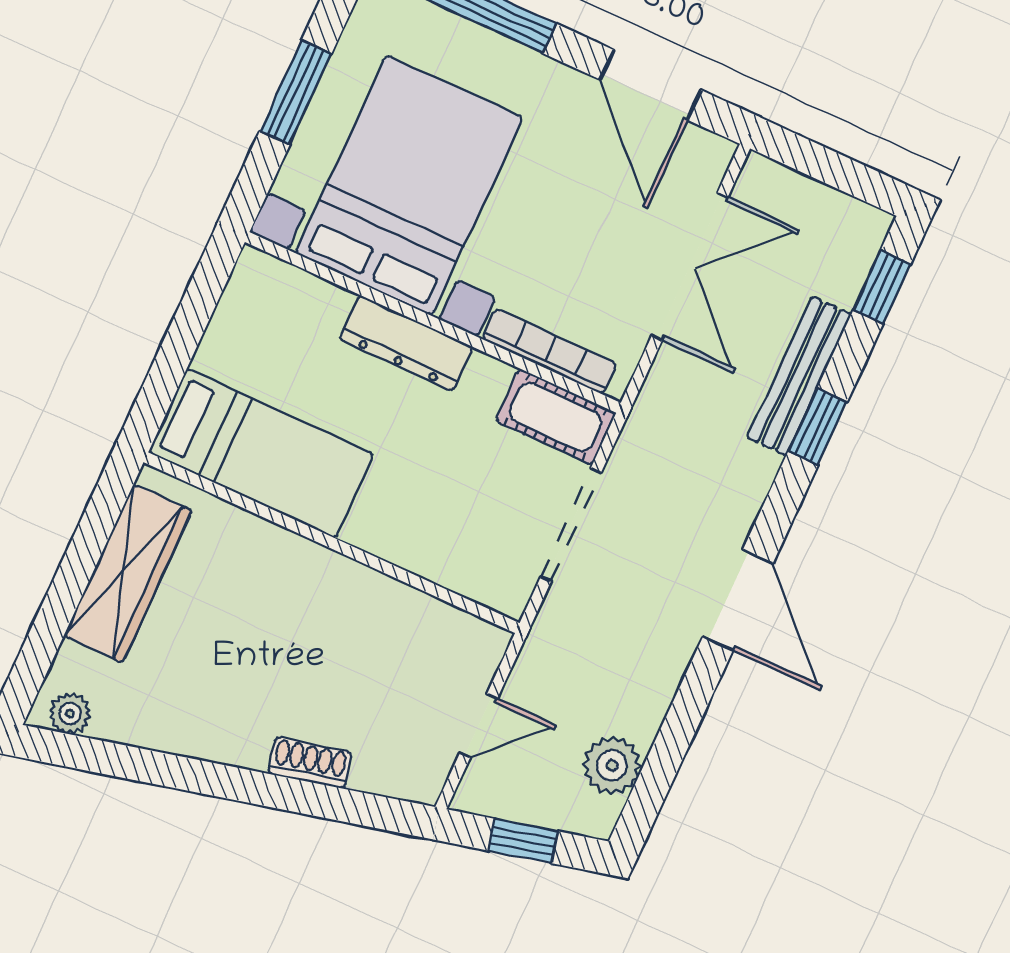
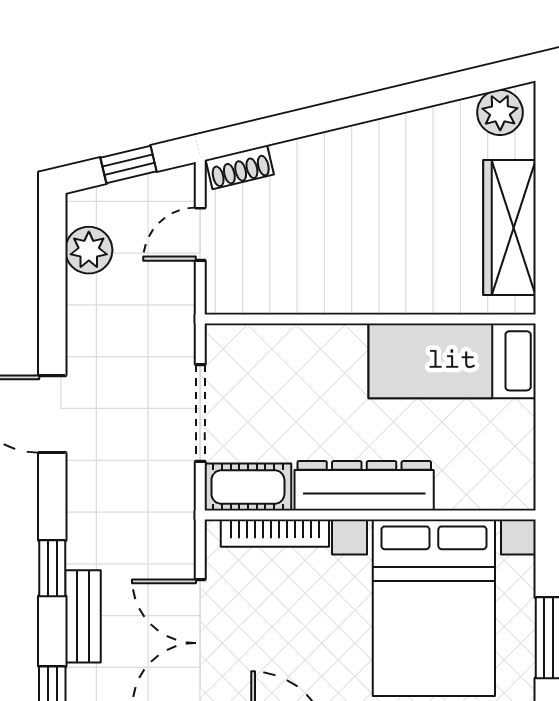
dresser: (406, 343) -> (364, 486), width x1.37, depth x1.24
bench: (799, 376) -> (83, 616), width x0.73
plant: (70, 714) -> (500, 112), width x1.38, depth x1.38
shoe rack: (310, 763) -> (240, 167), moved

